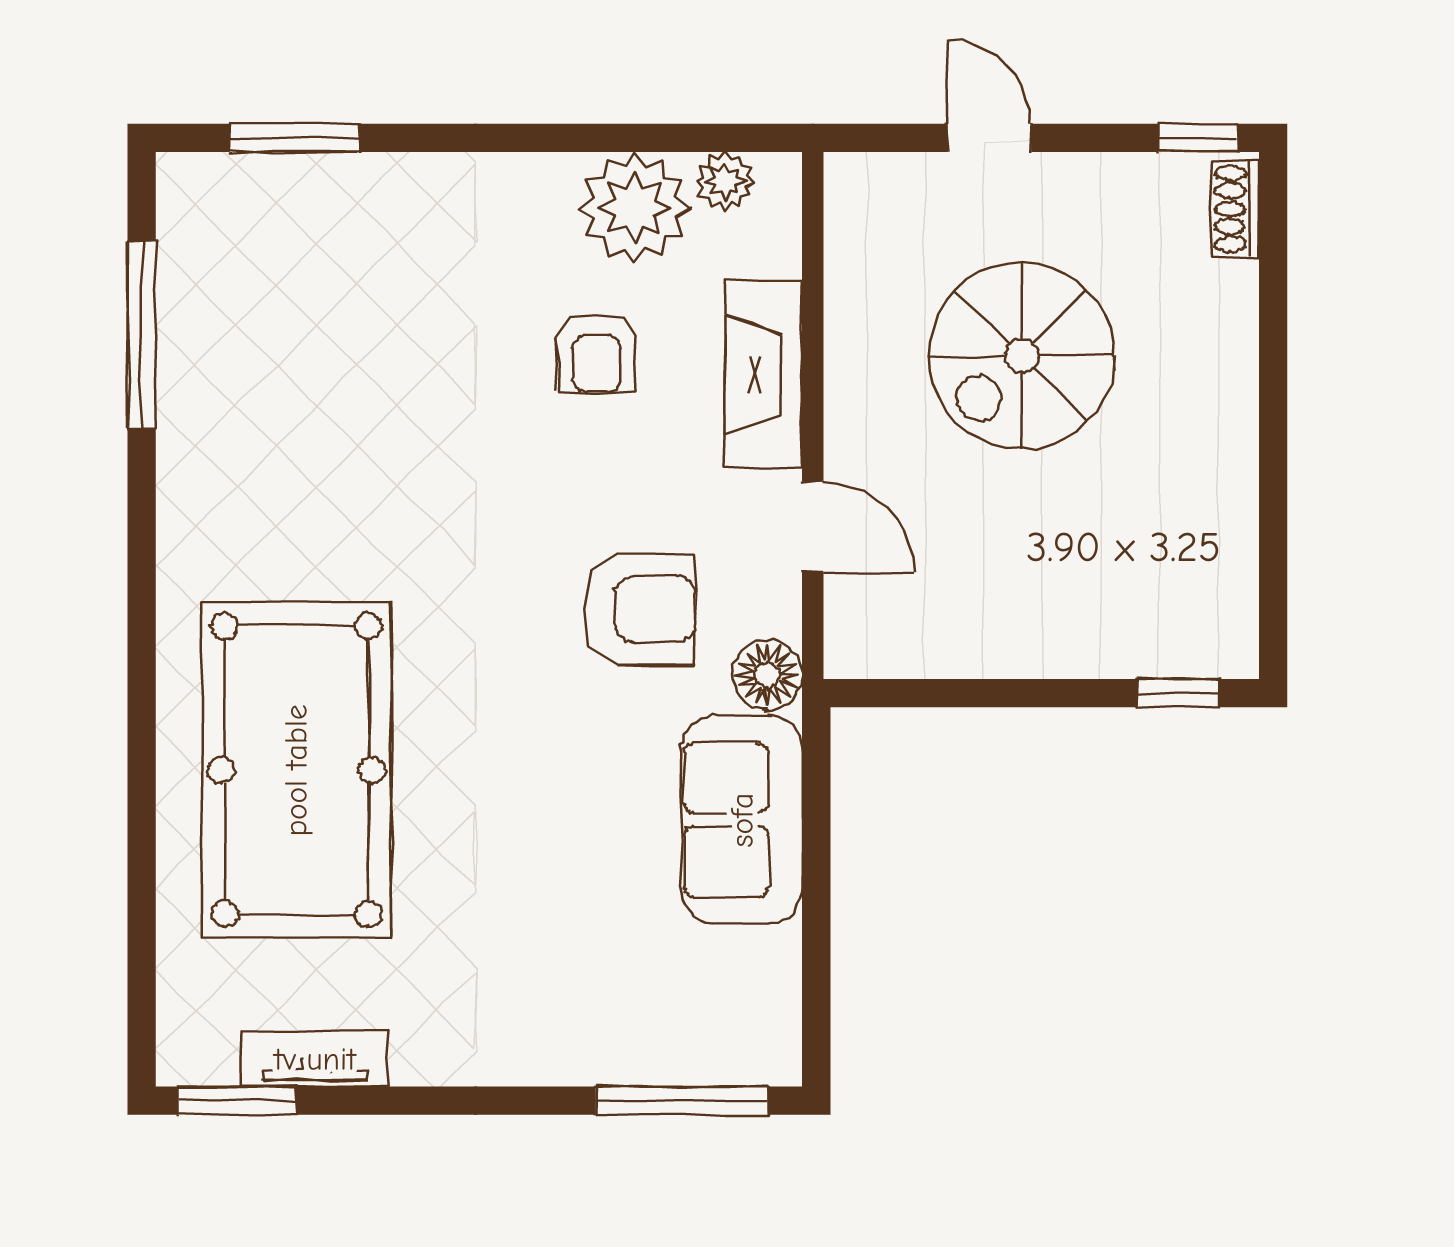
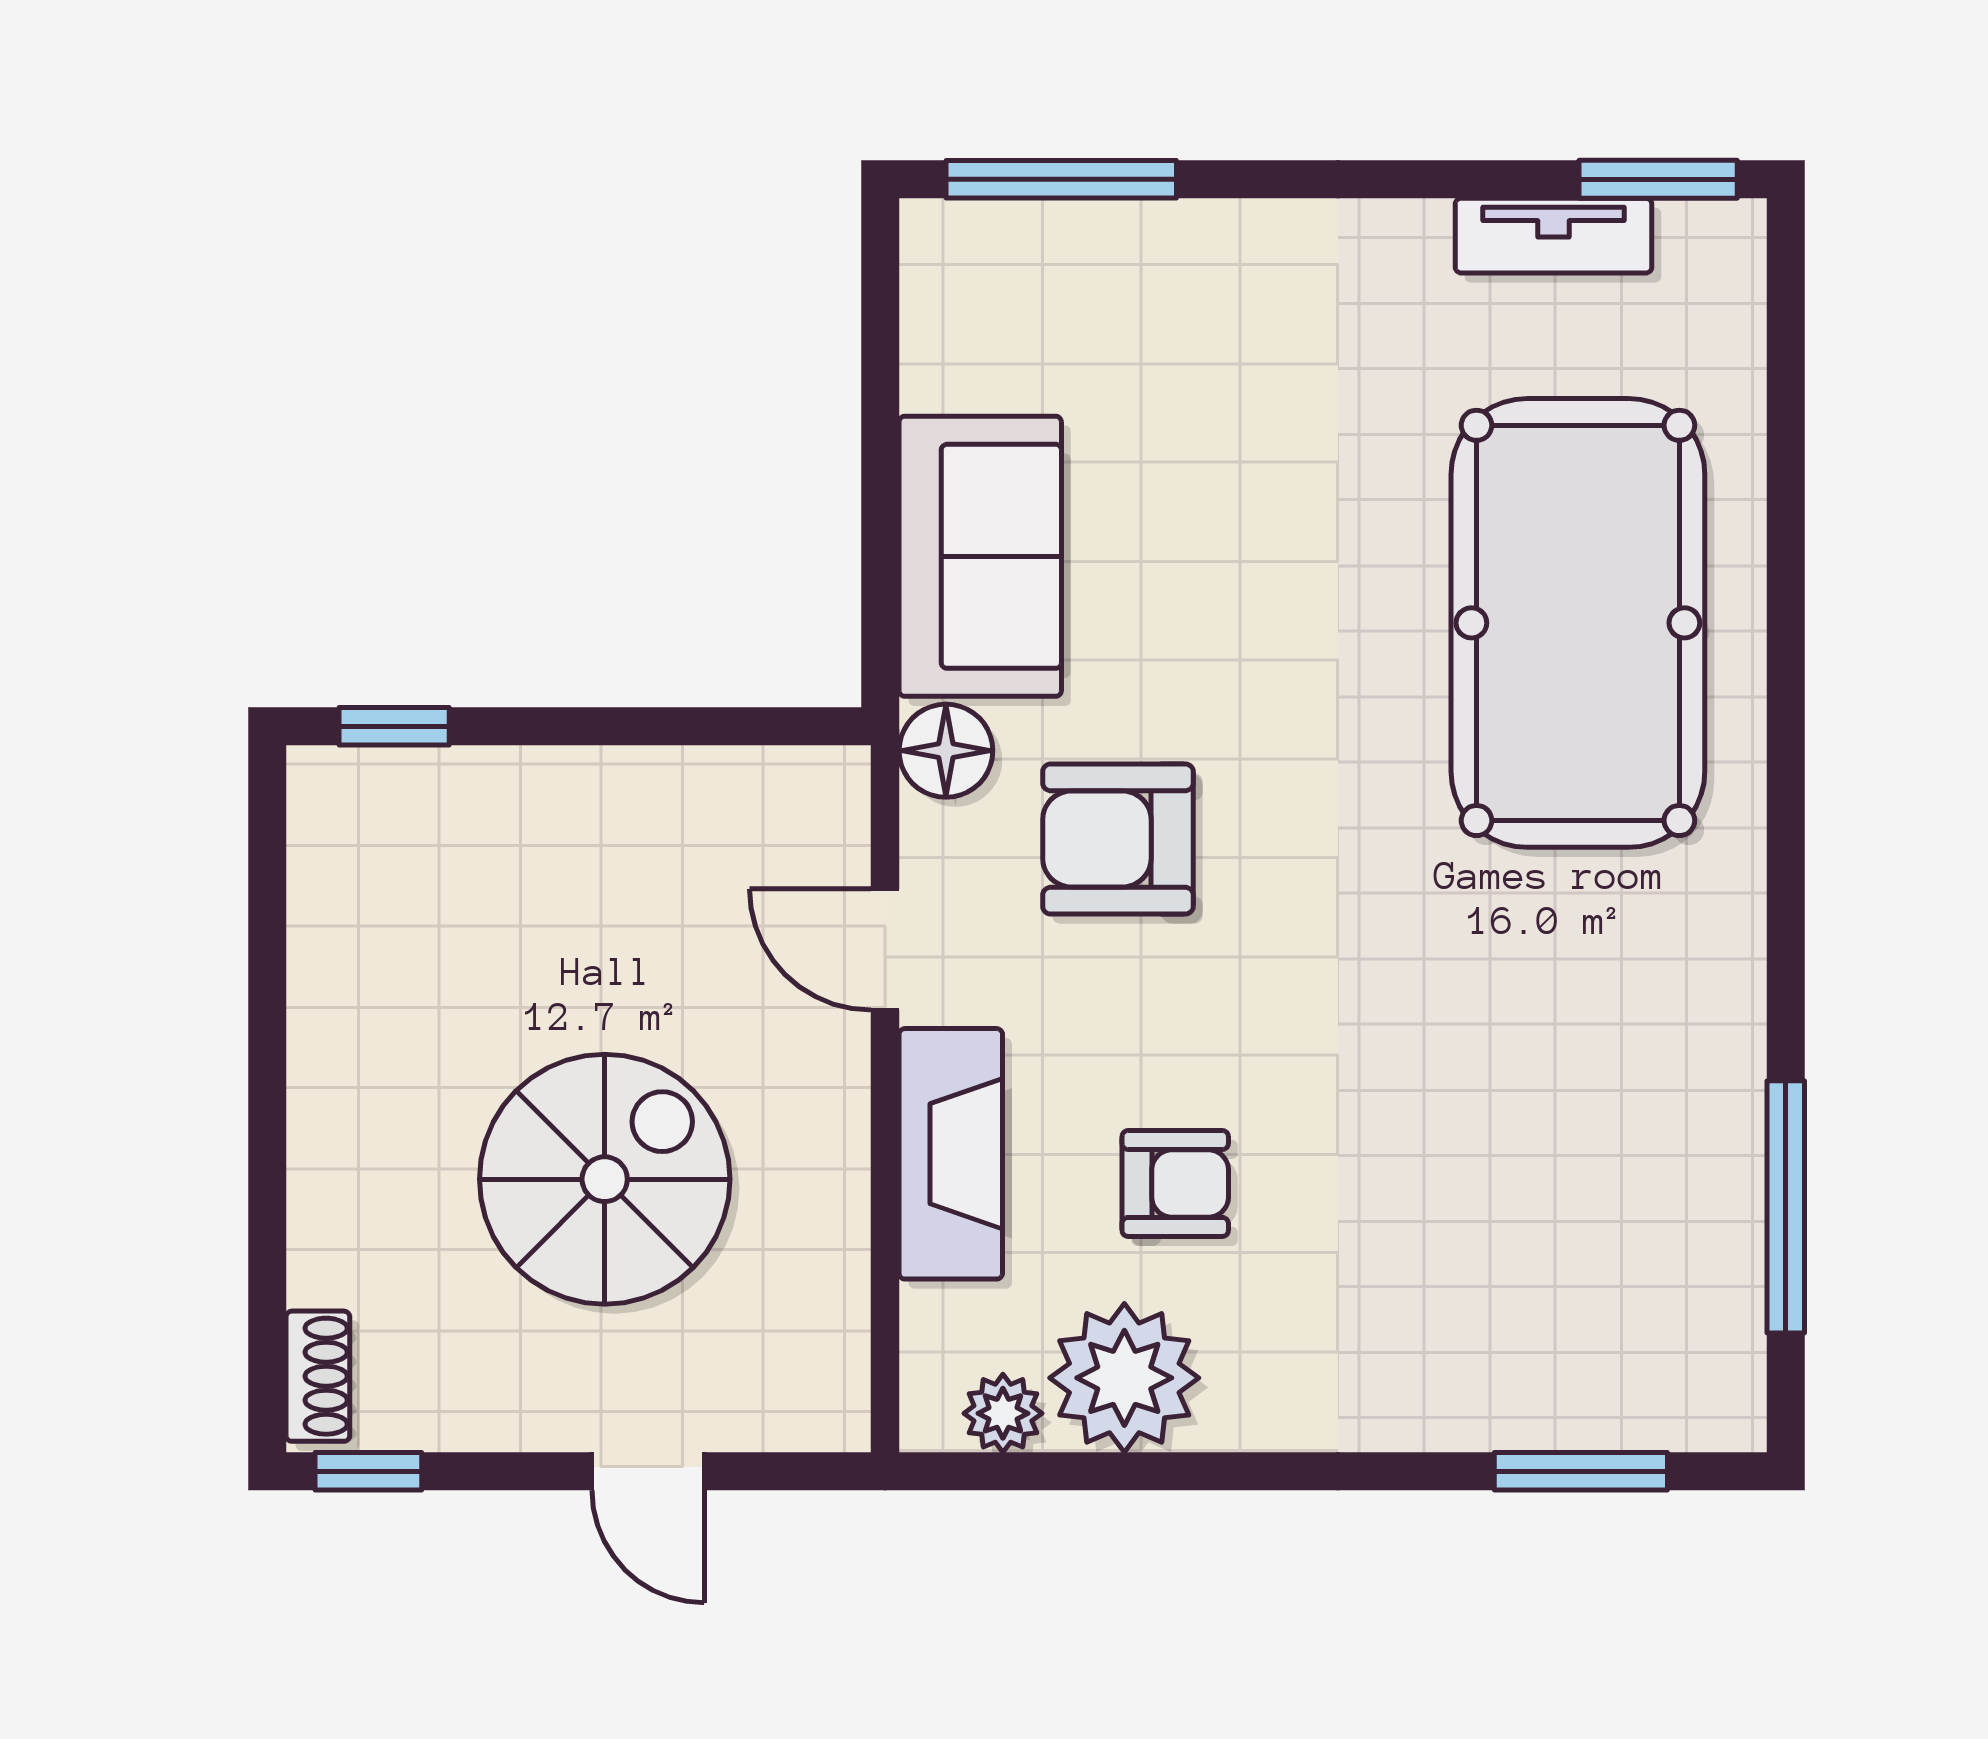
armchair: (597, 352) -> (1175, 1183), turned 90

